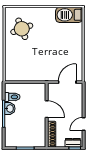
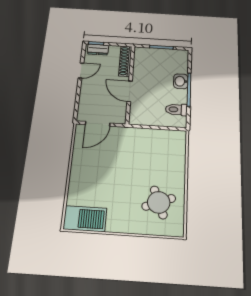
washbasin: (10, 109) -> (181, 81), moved

